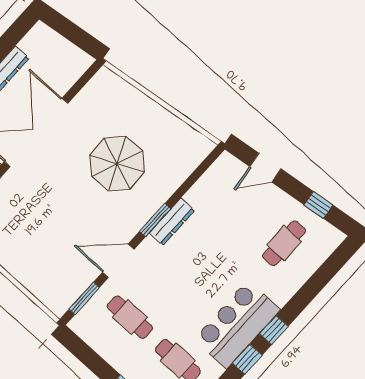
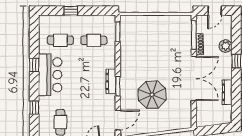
dresser: (172, 222) -> (111, 81), moved
door: (118, 261) -> (118, 120), moved
window: (274, 330) -> (34, 108), moved

